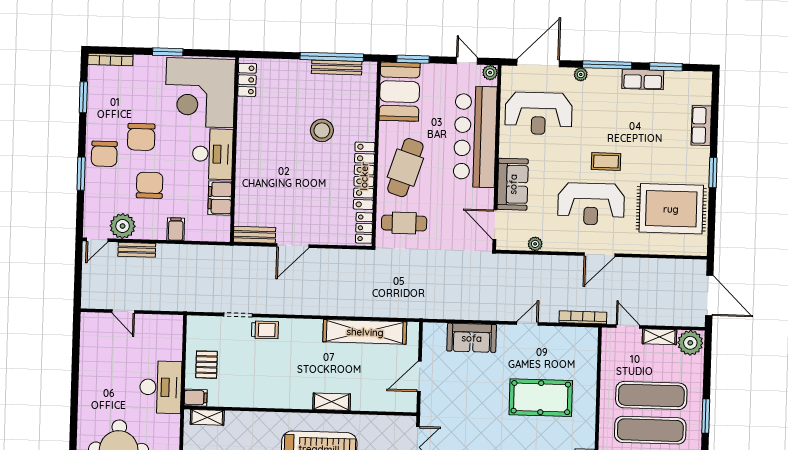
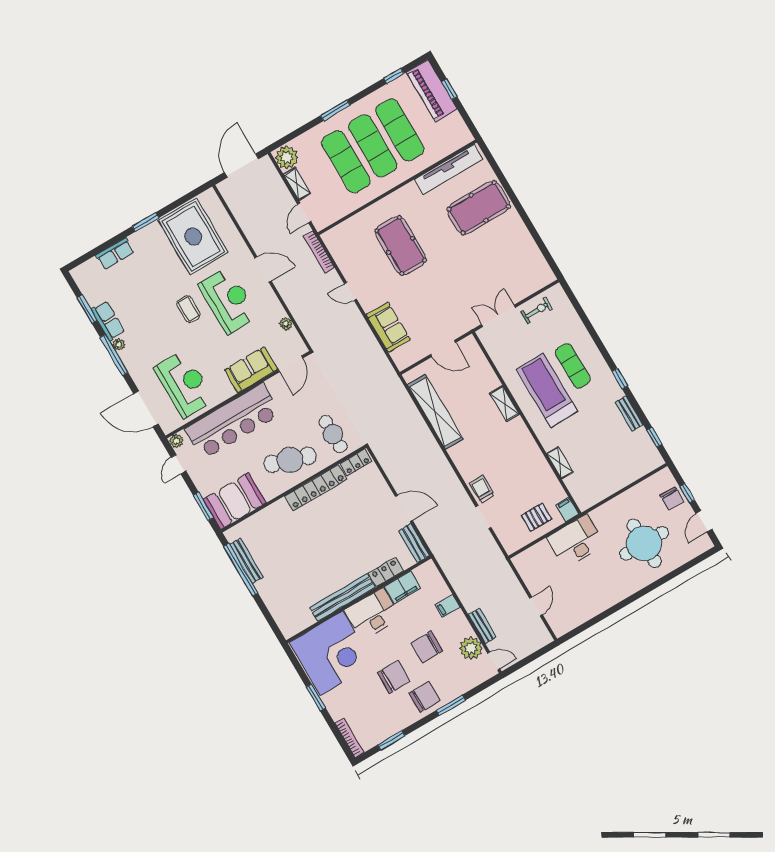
plant: (581, 74) -> (119, 345), moved
locker: (247, 80) -> (386, 572), moved
stool: (322, 130) -> (302, 542), removed
bench: (246, 136) -> (342, 597), added
shelving: (207, 417) -> (560, 463), moved

